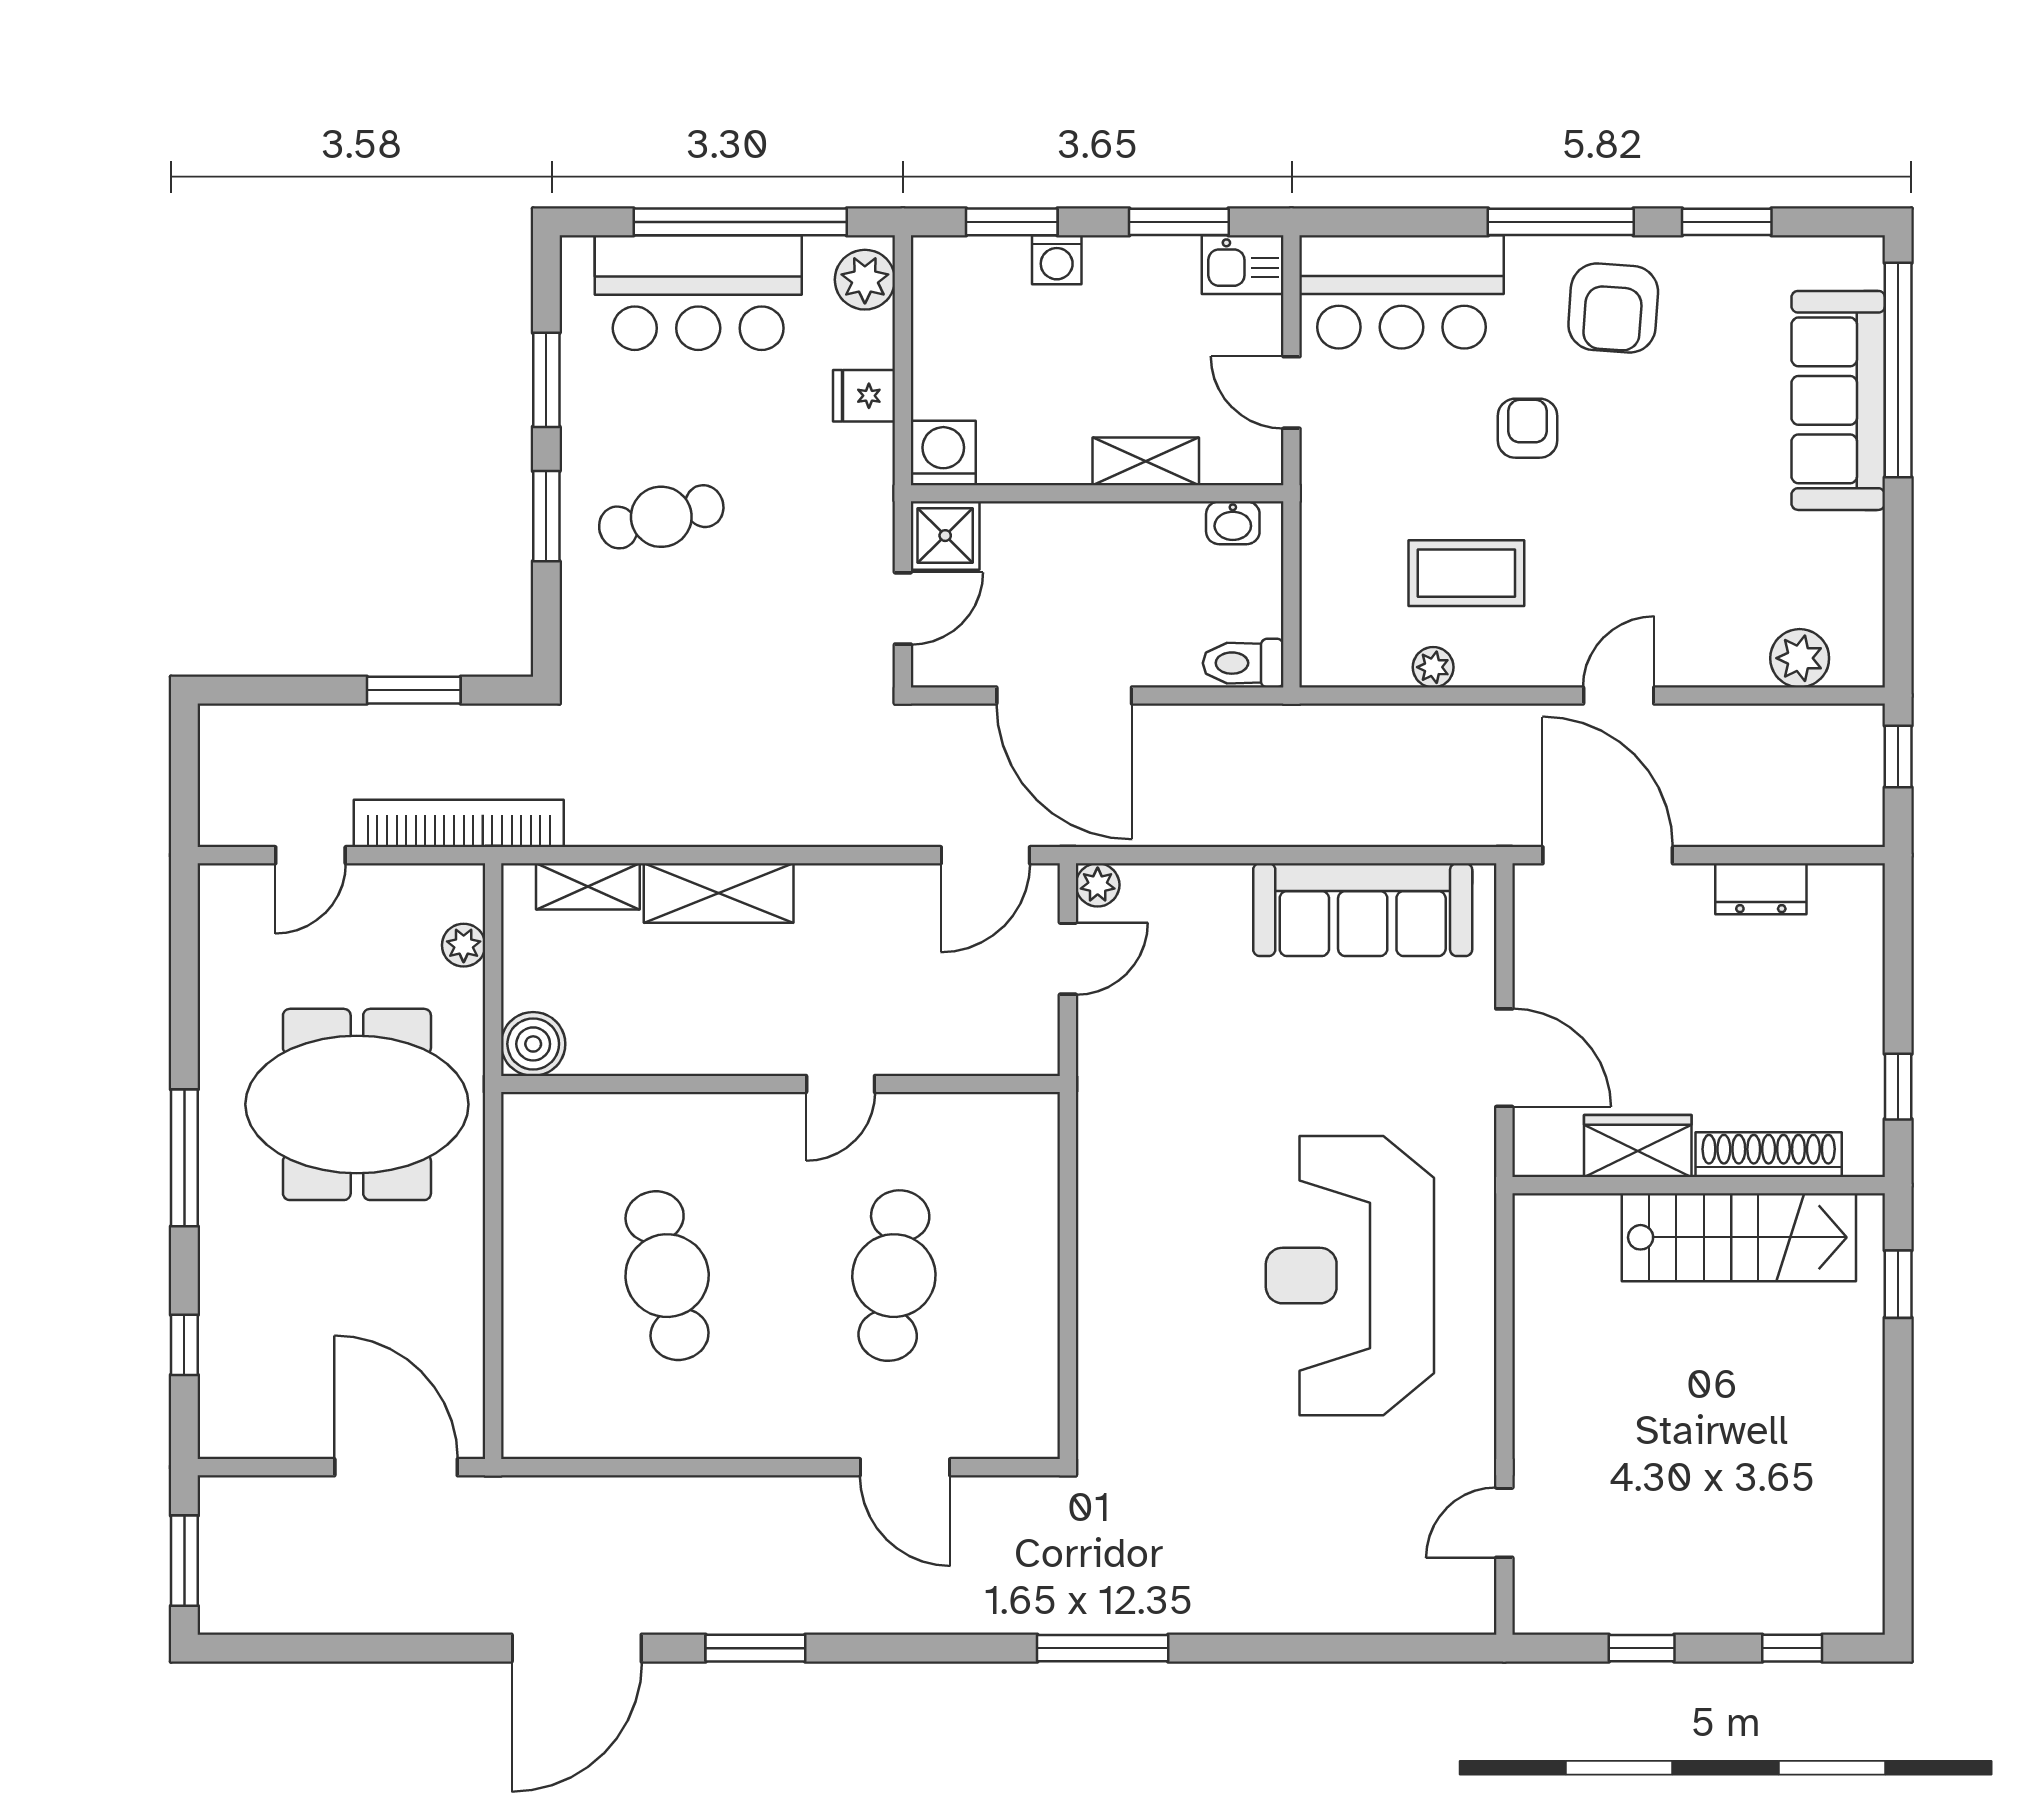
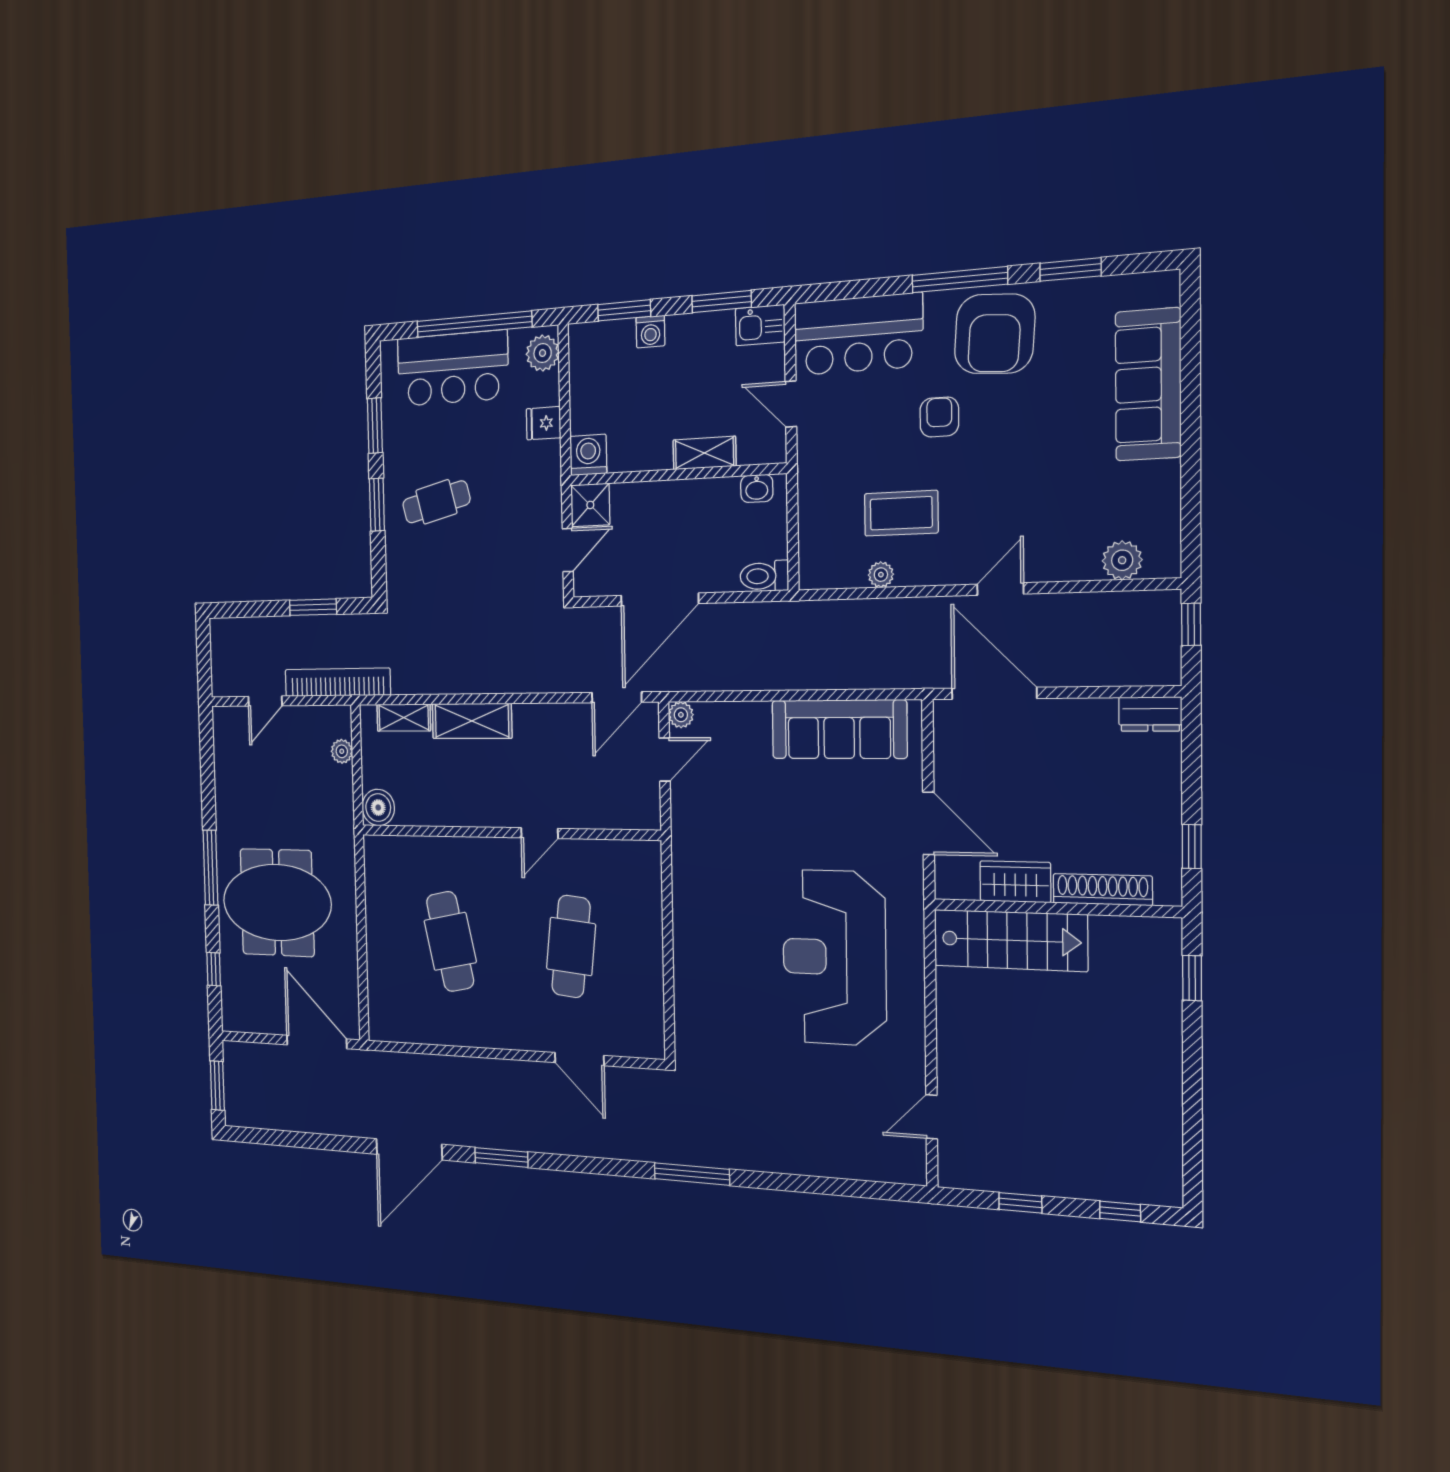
armchair: (1613, 308) -> (995, 334), width x1.36, depth x1.36
window: (1898, 370) -> (1190, 361), removed
door: (1064, 695) -> (660, 600), hinge flipped
dresser: (1761, 889) -> (1150, 714), moved
meeting table: (357, 1104) -> (277, 903), moved
stairs: (1739, 1237) -> (1010, 940), moved

